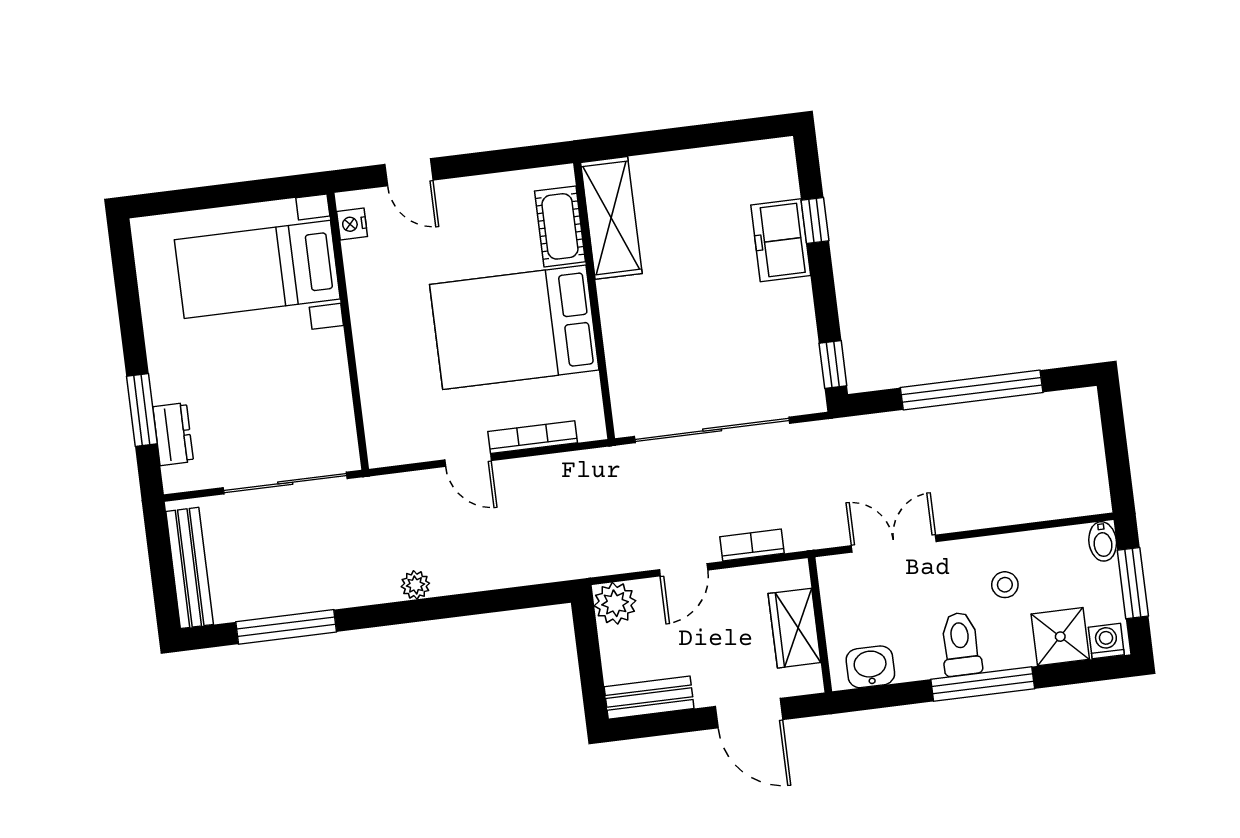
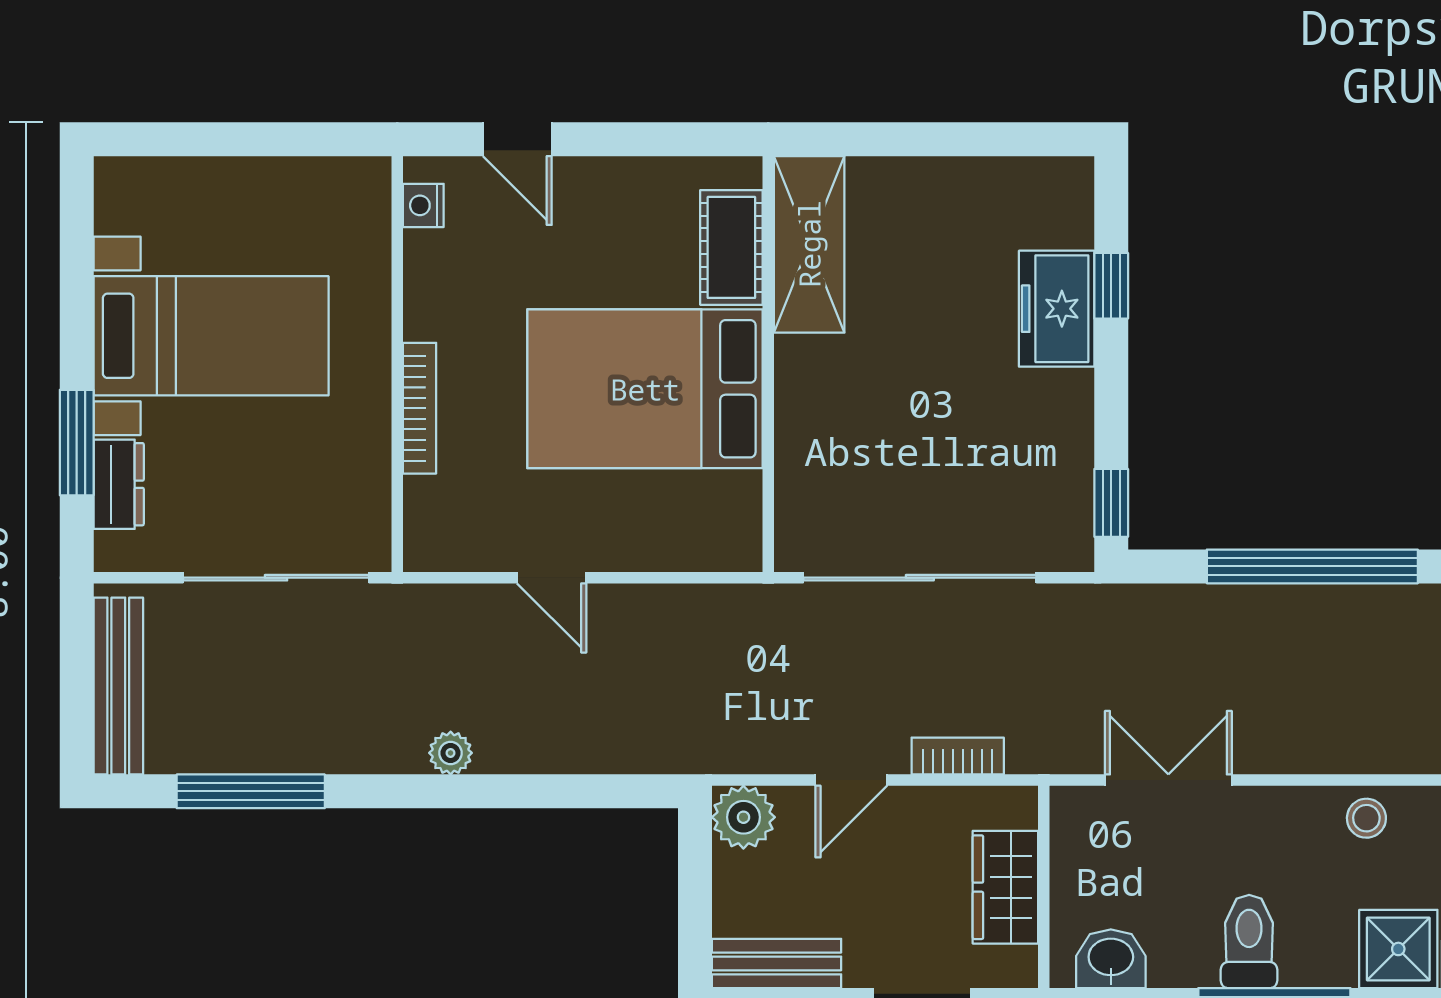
bed with nightstands: (257, 269) -> (211, 336), moved, turned 180
bookcase: (533, 437) -> (420, 408), moved, turned 90
stool: (1005, 585) -> (1366, 818), moved

